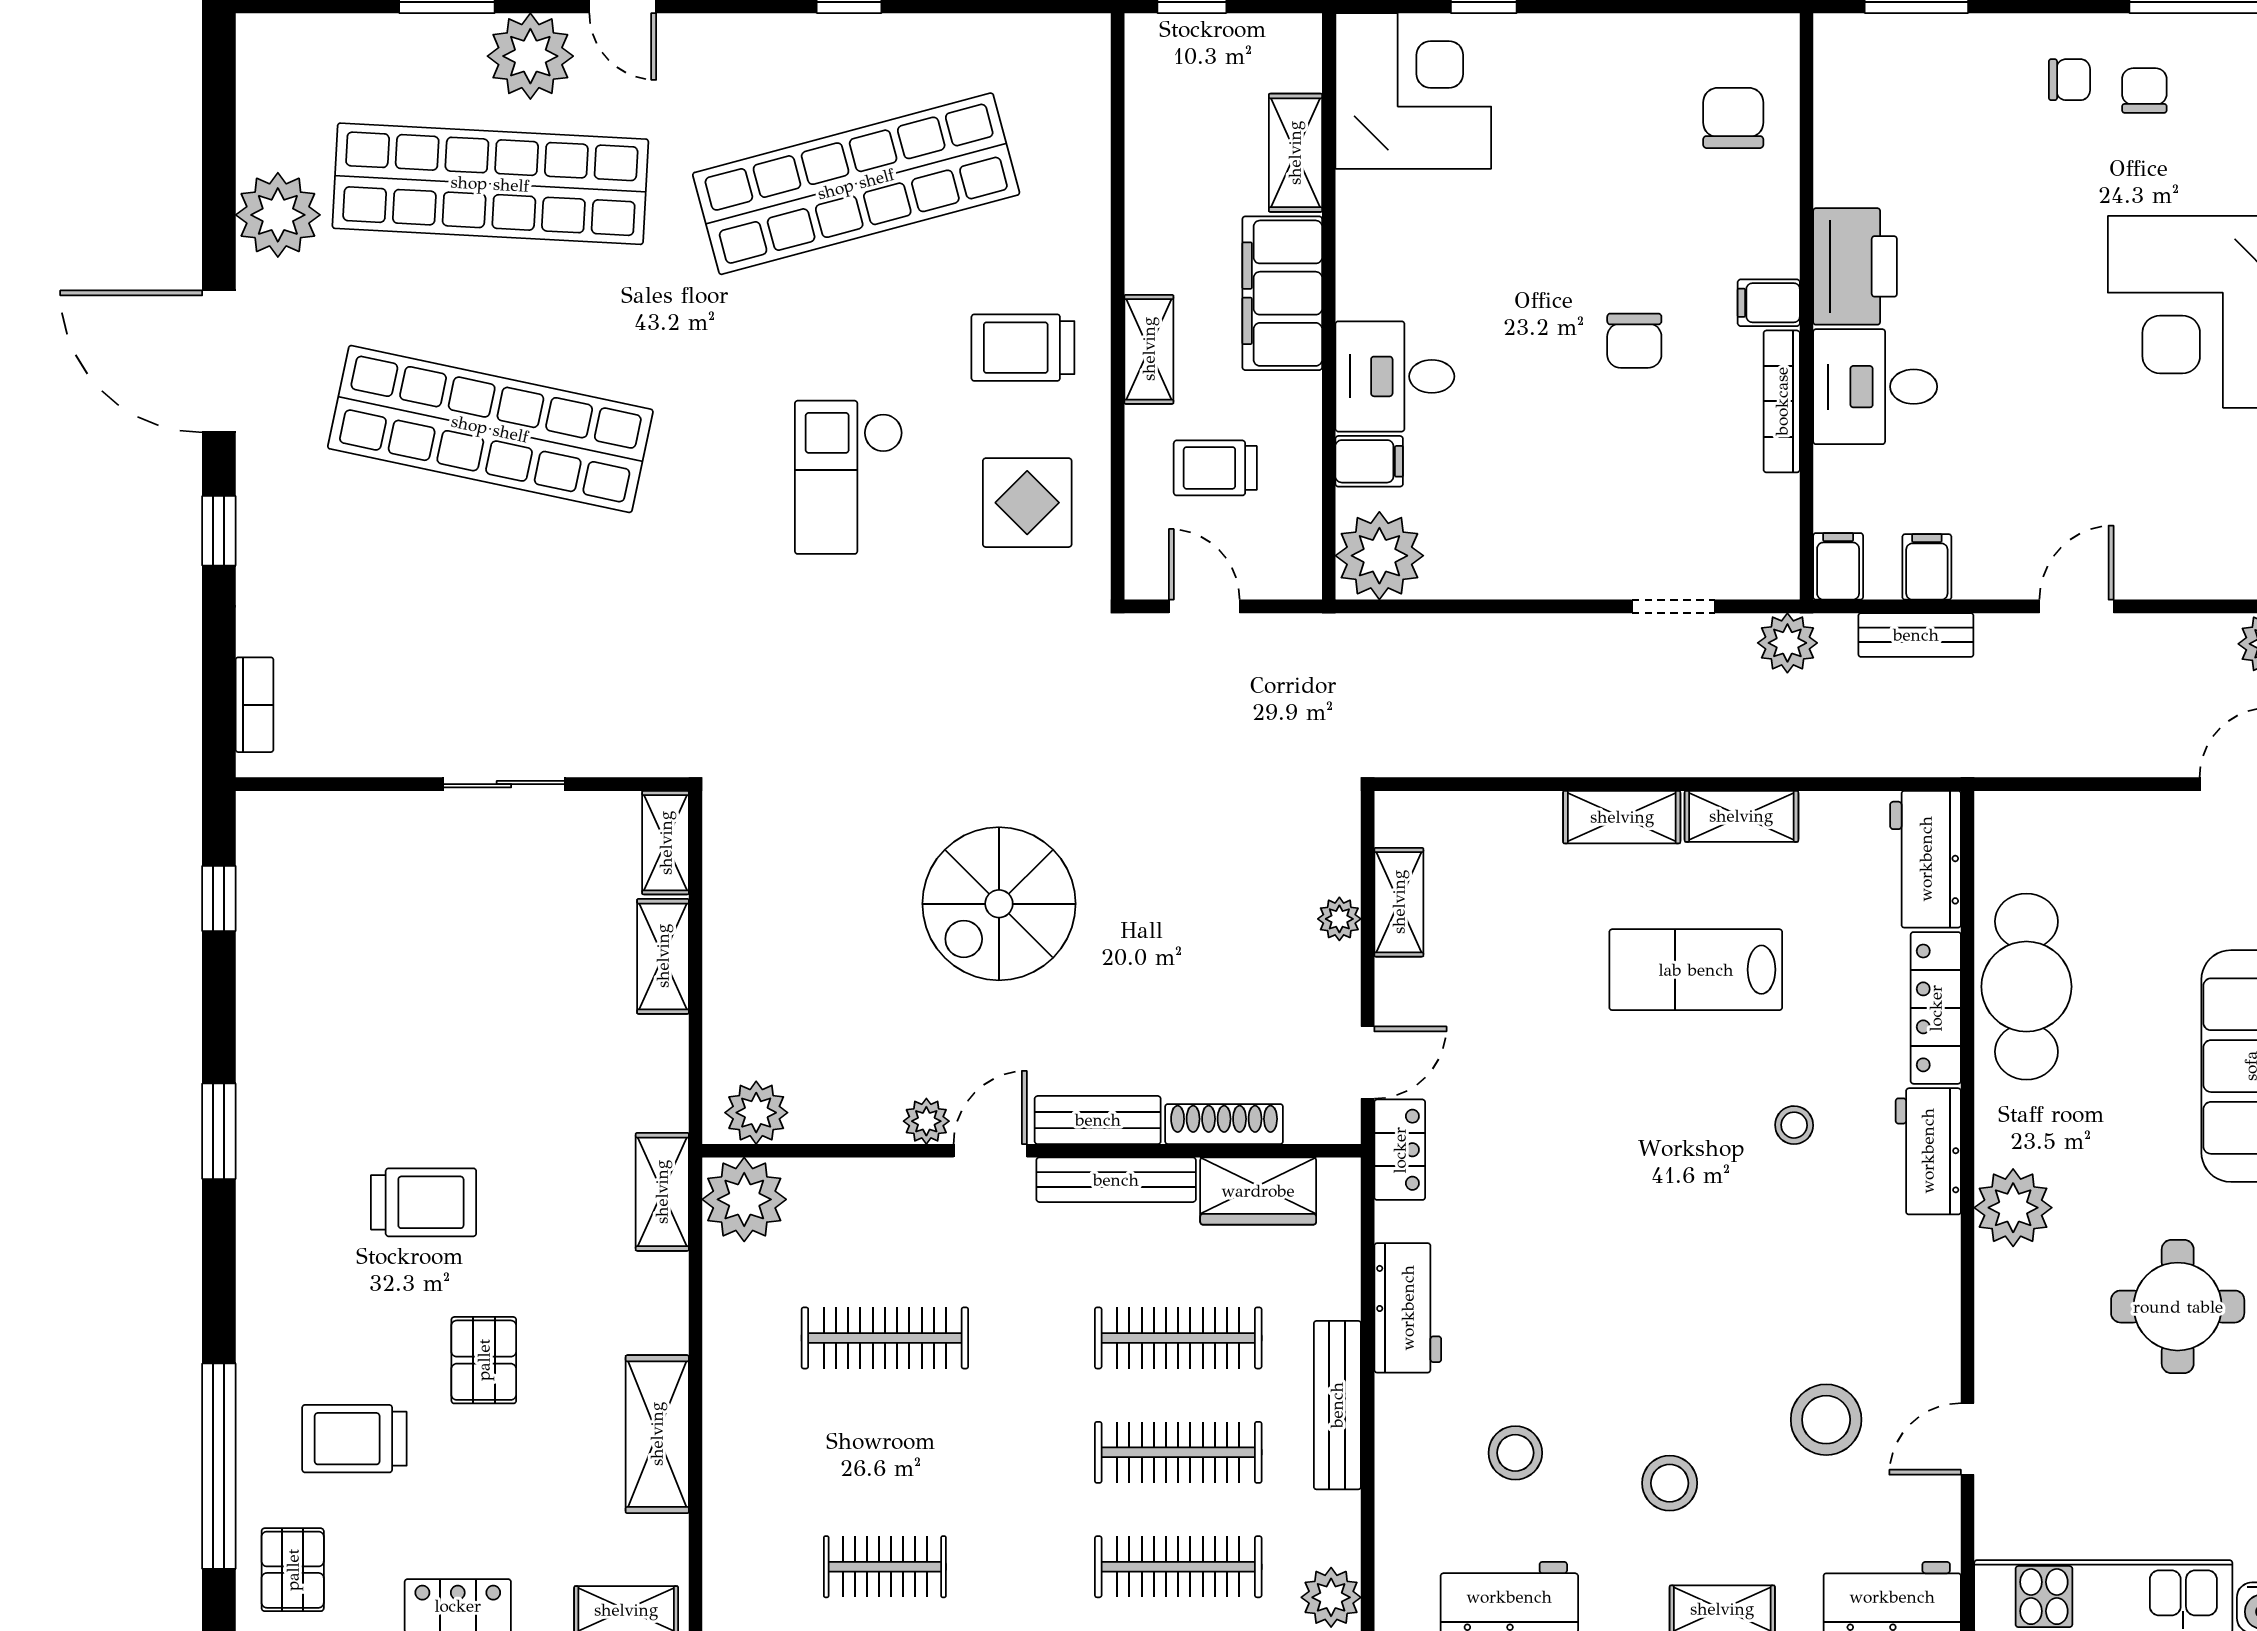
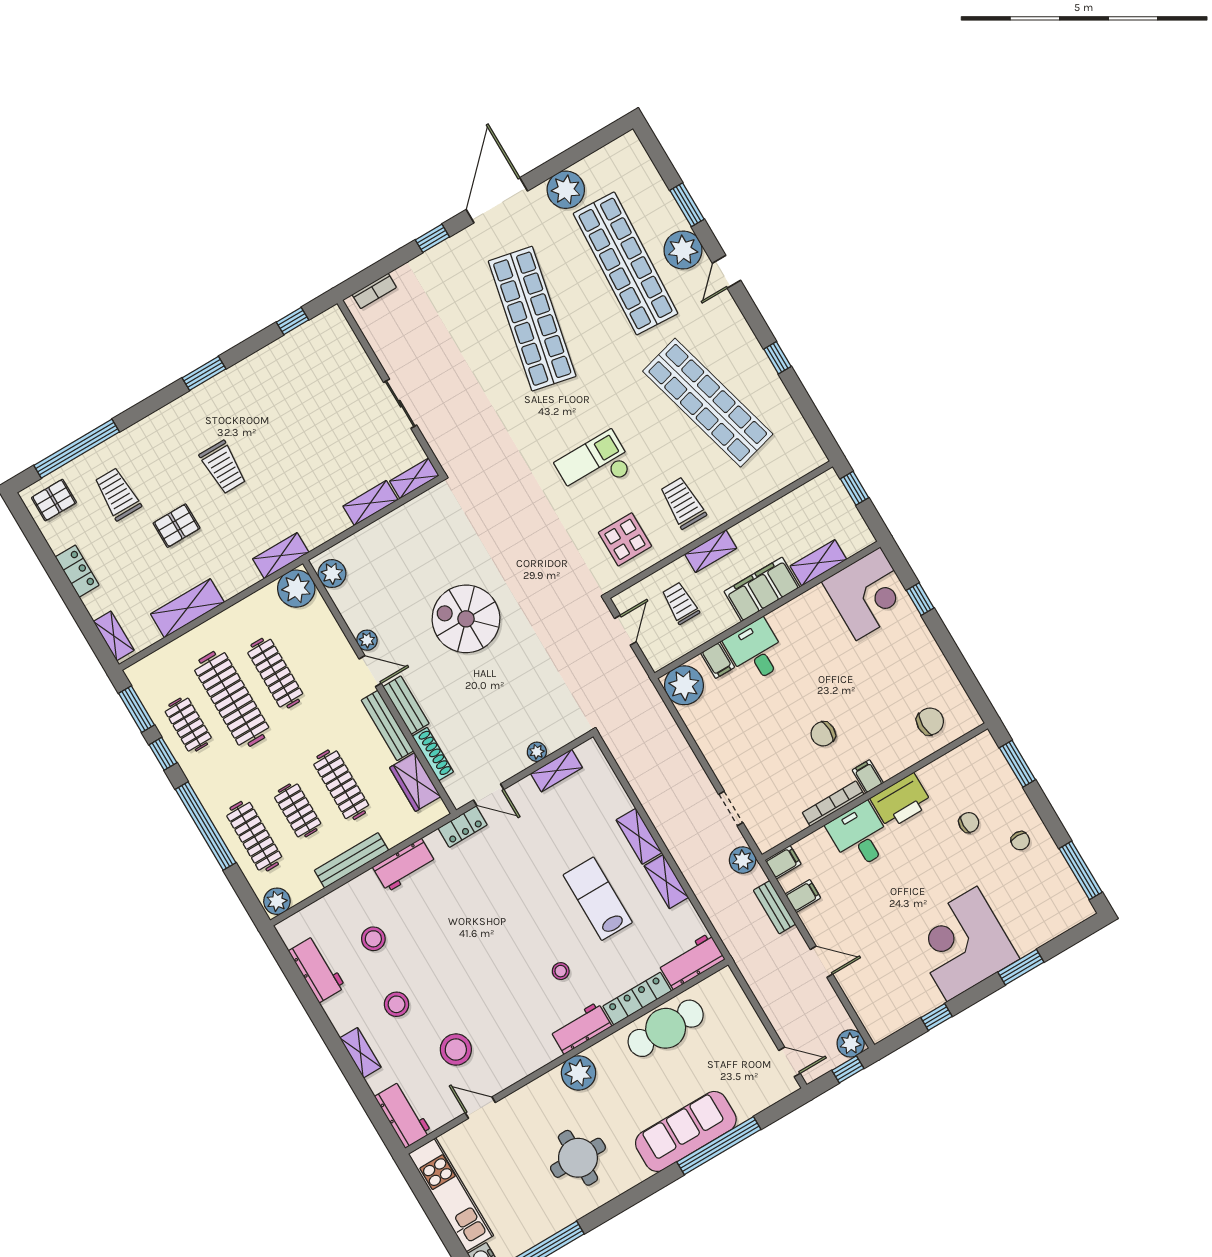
chair: (2144, 91) -> (969, 823), moved
clothes rail: (885, 1452) -> (232, 699), added
clothes rail: (1178, 1452) -> (298, 810), width x0.73

